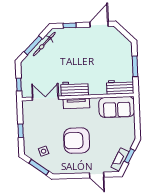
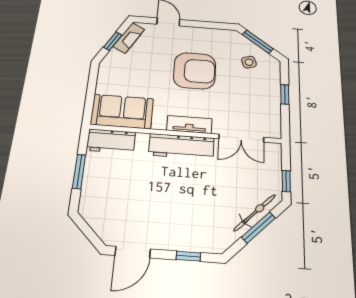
bicycle: (44, 44) -> (255, 213), moved
window: (19, 84) -> (286, 181), moved
workbench: (75, 89) -> (181, 147), width x1.38

